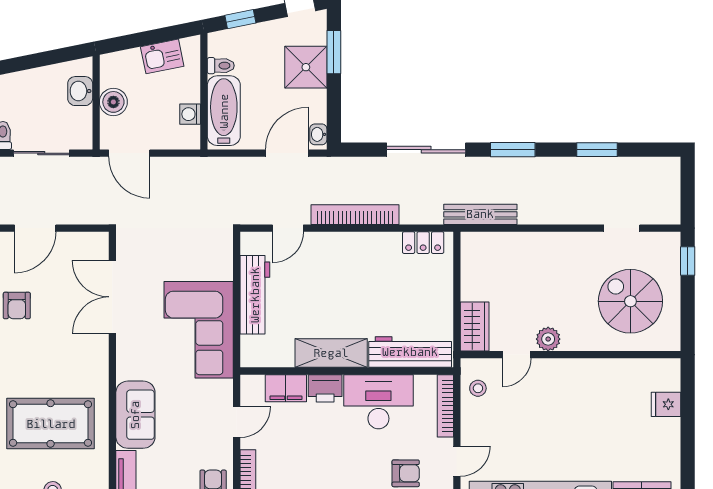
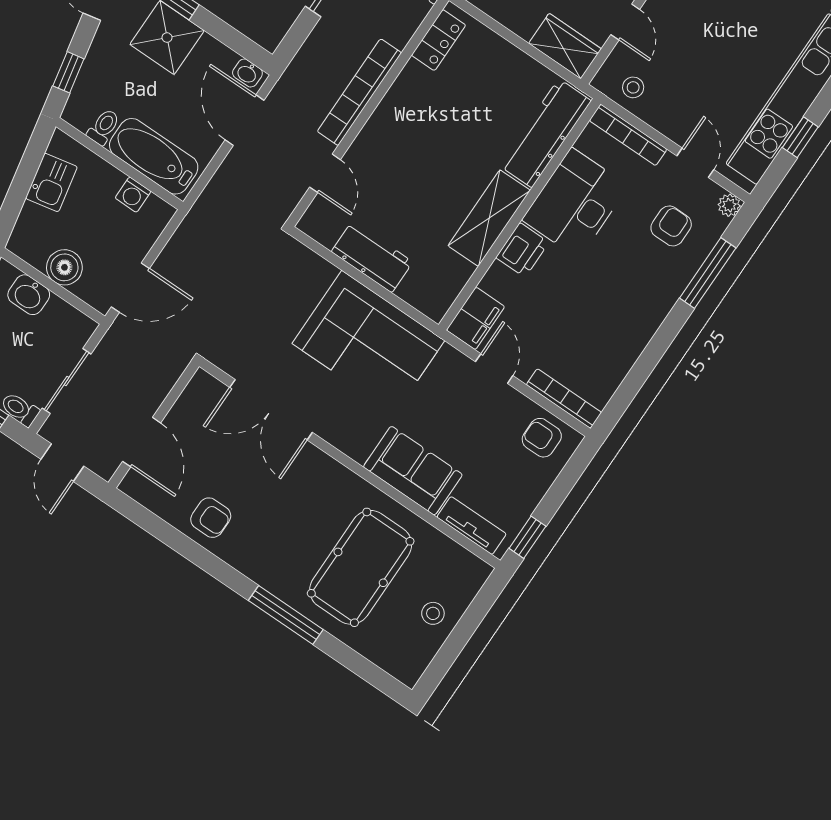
workbench: (255, 295) -> (372, 257), width x0.73
filing cabinet: (286, 388) -> (475, 318), moved

